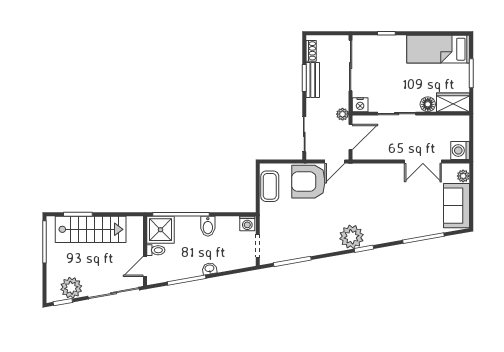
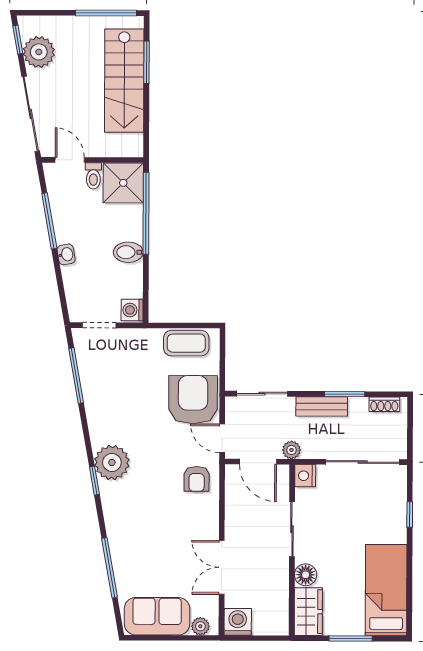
bench: (313, 80) -> (322, 406), moved
armchair: (363, 179) -> (197, 479), added

